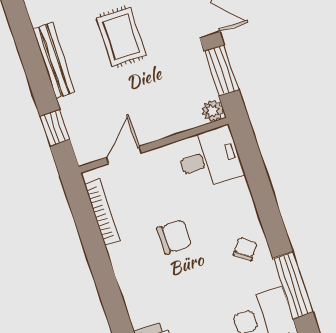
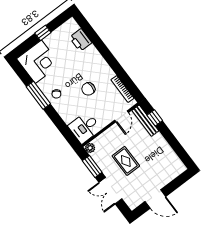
rug: (121, 37) -> (126, 161), moved
bench: (54, 61) -> (145, 121), moved
window: (293, 285) -> (38, 95), moved

